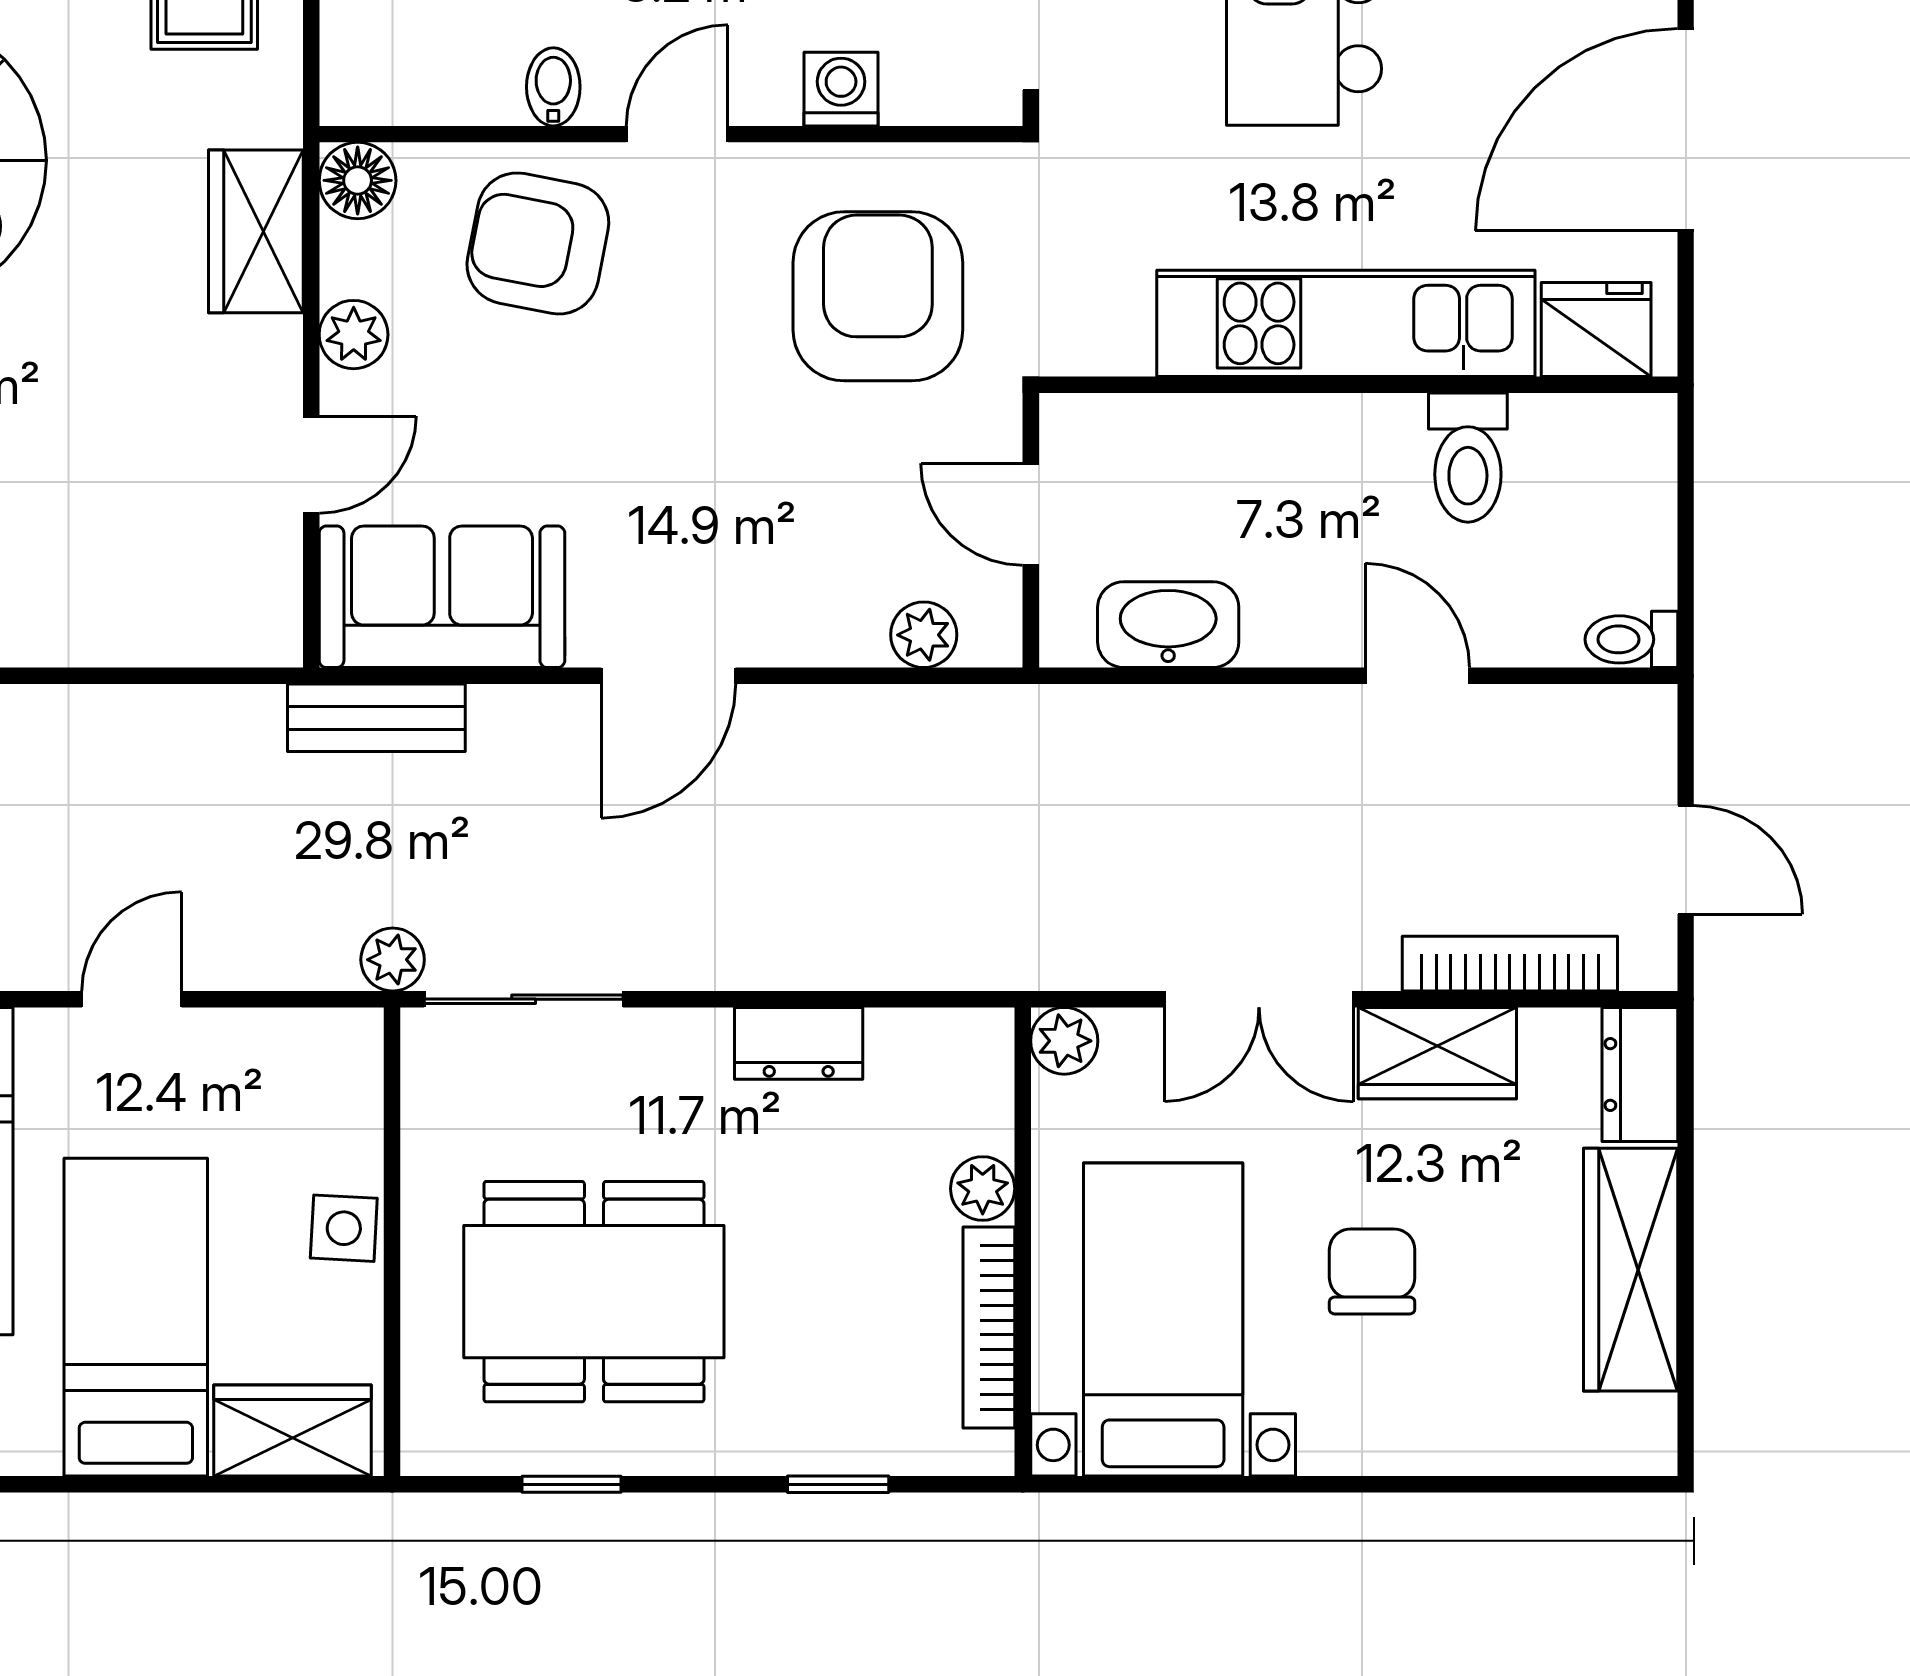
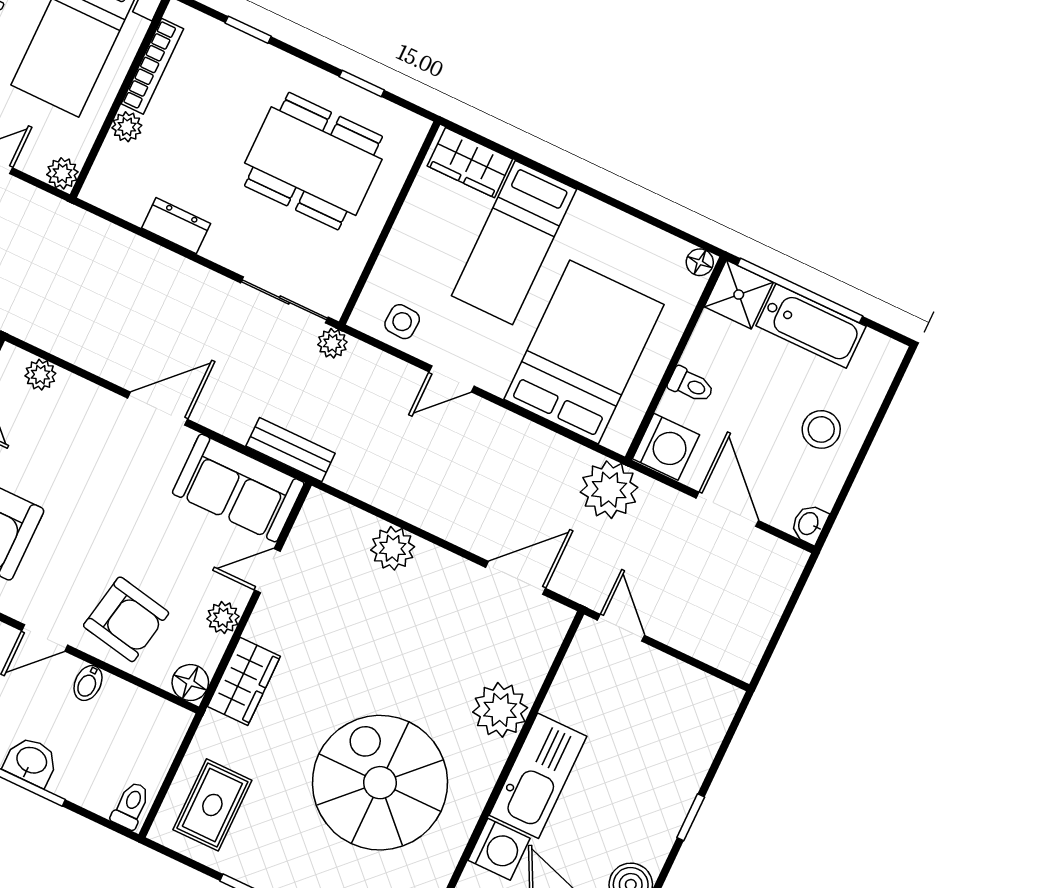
plant: (91, 621) -> (393, 548), added
side table: (344, 1228) -> (402, 322), moved

